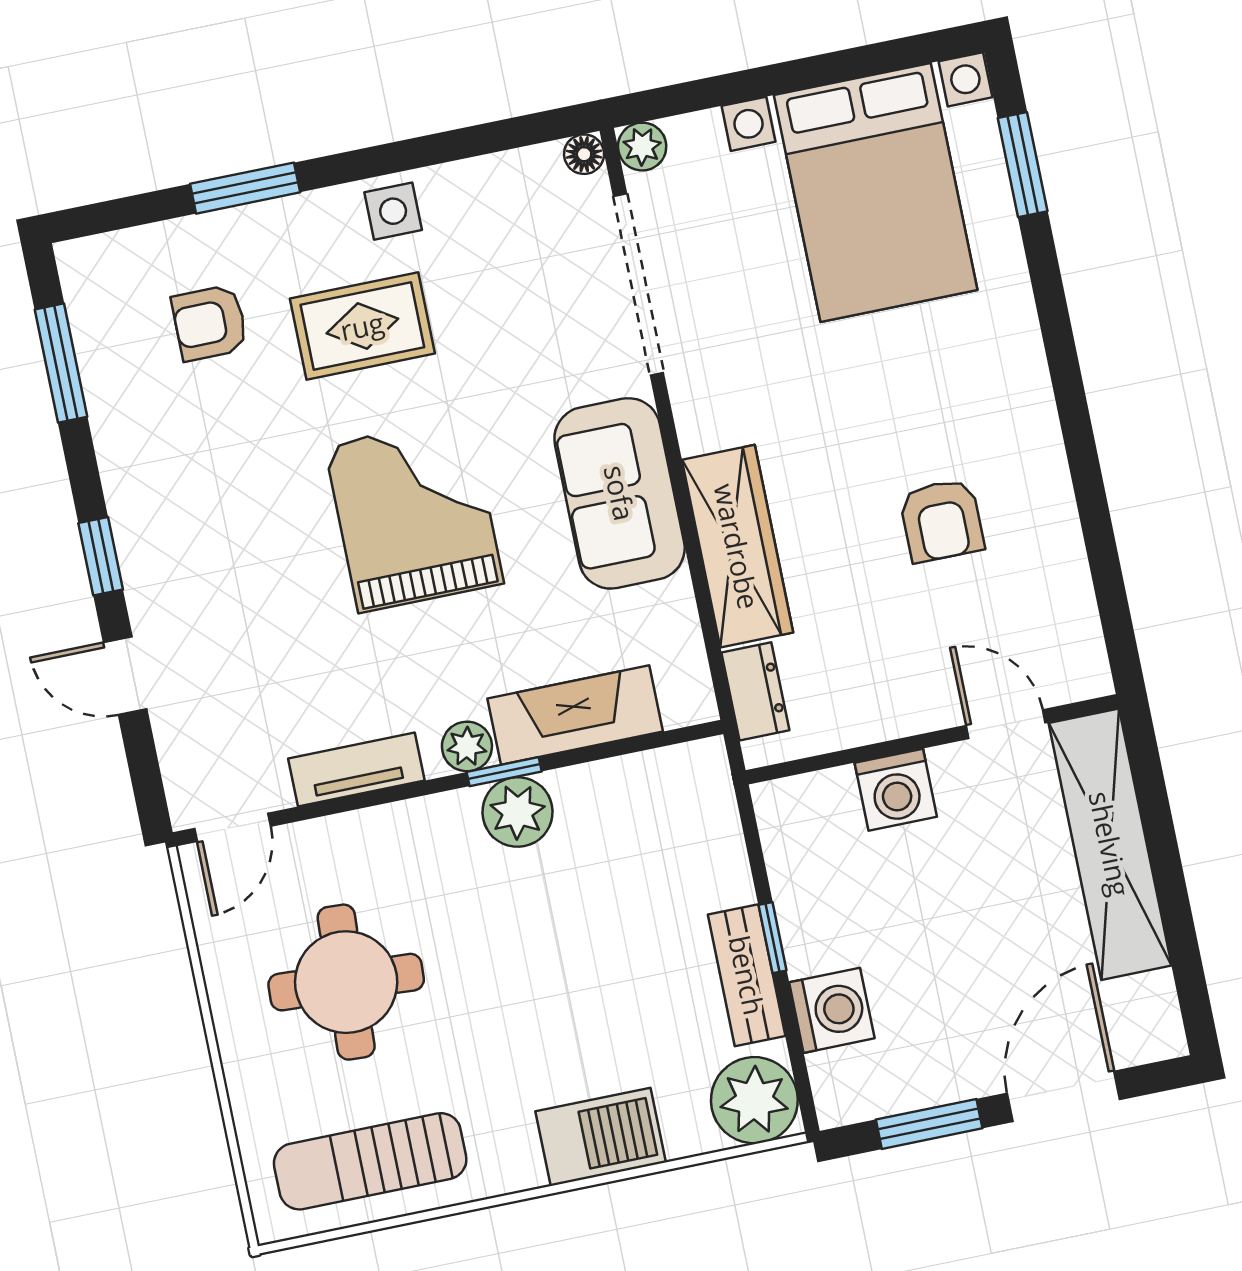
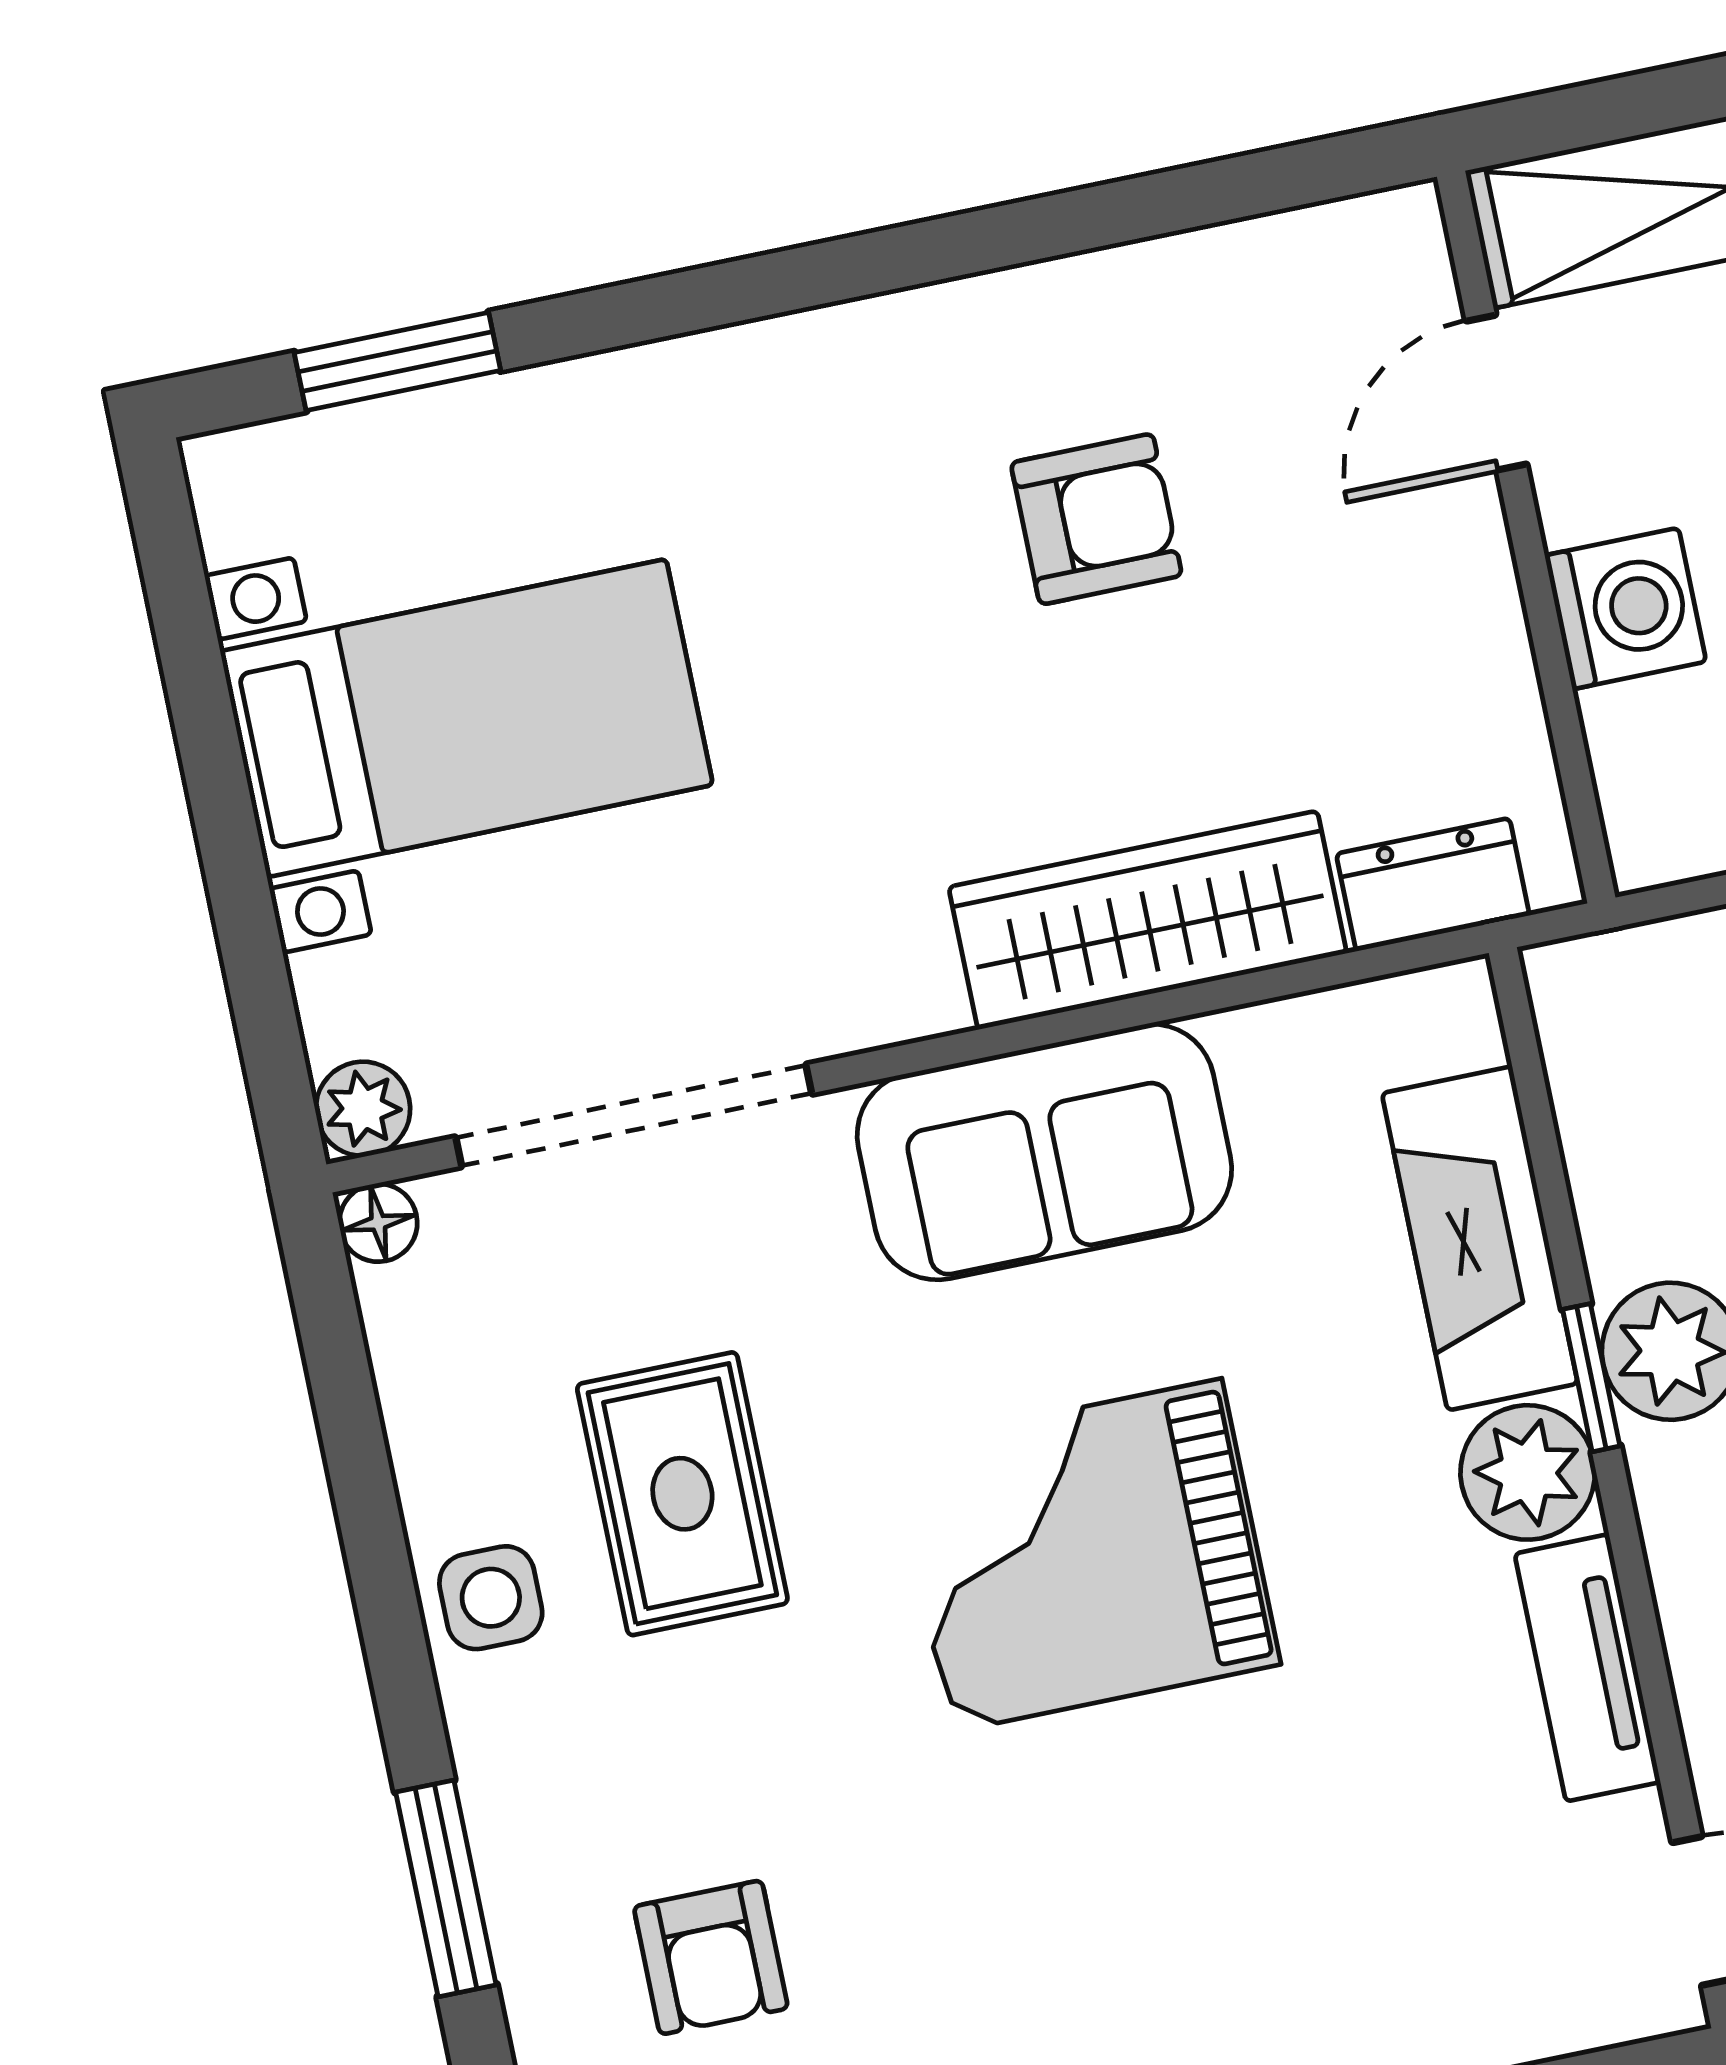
bed with nightstands: (876, 192) -> (467, 718), width x0.73
rug: (362, 326) -> (682, 1494), moved
plant: (467, 746) -> (1528, 1472), width x1.38, depth x1.38

